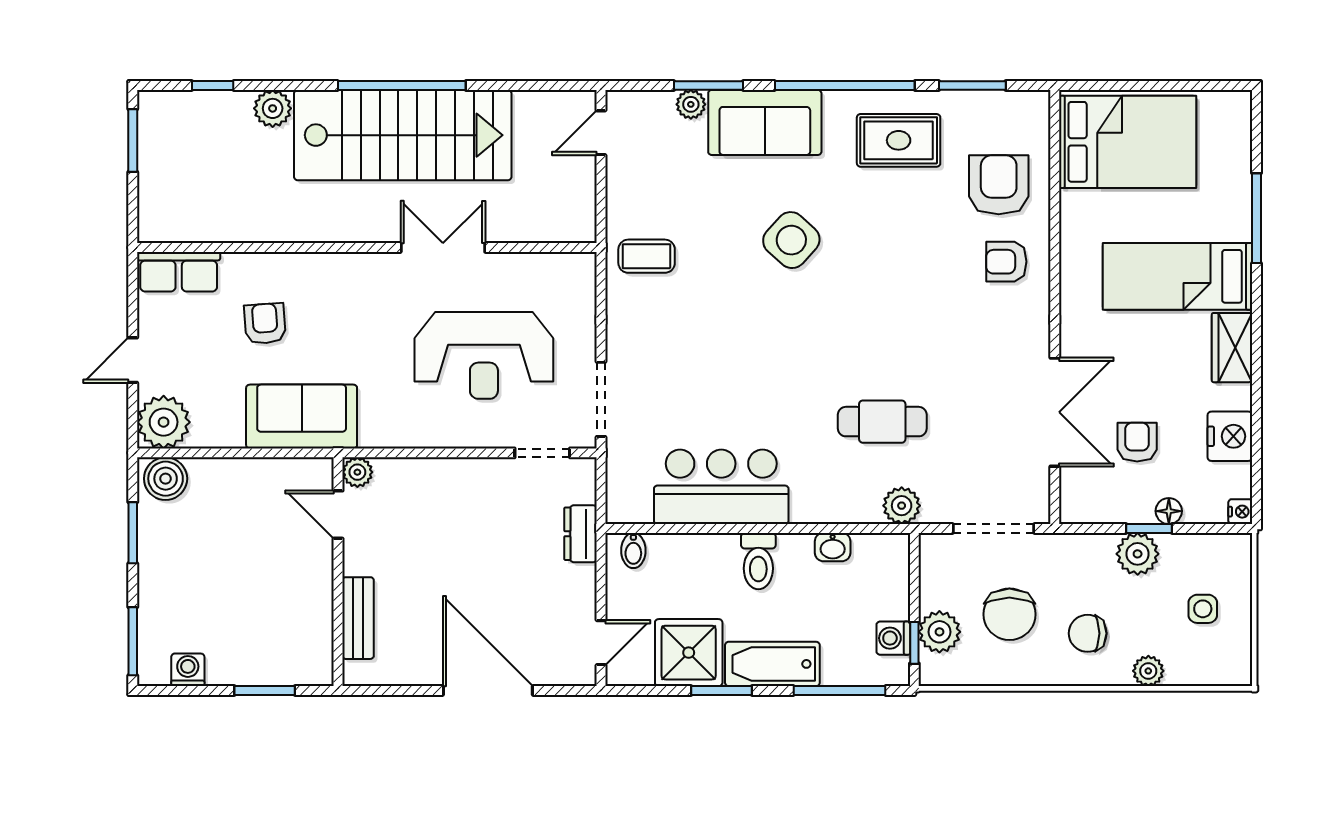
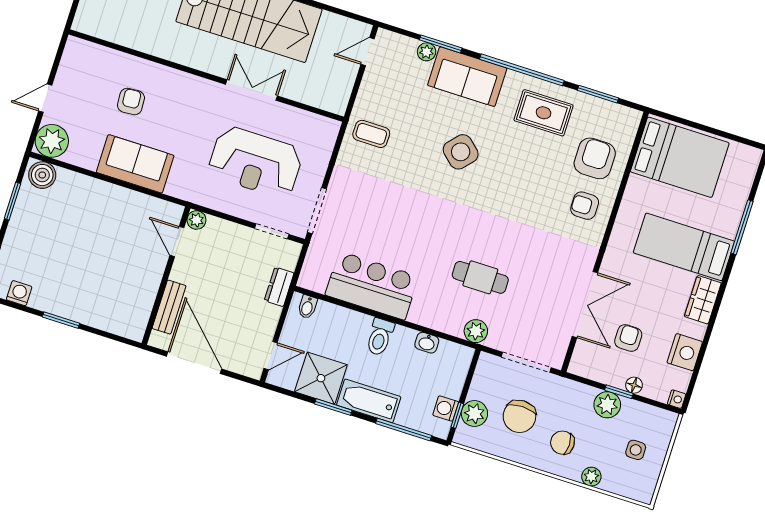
row of seats: (179, 272) -> (89, 54), removed
plant: (357, 472) -> (196, 220), moved
door: (338, 515) -> (177, 242), moved
wall: (338, 572) -> (166, 276), moved
bench: (358, 618) -> (169, 307), moved

